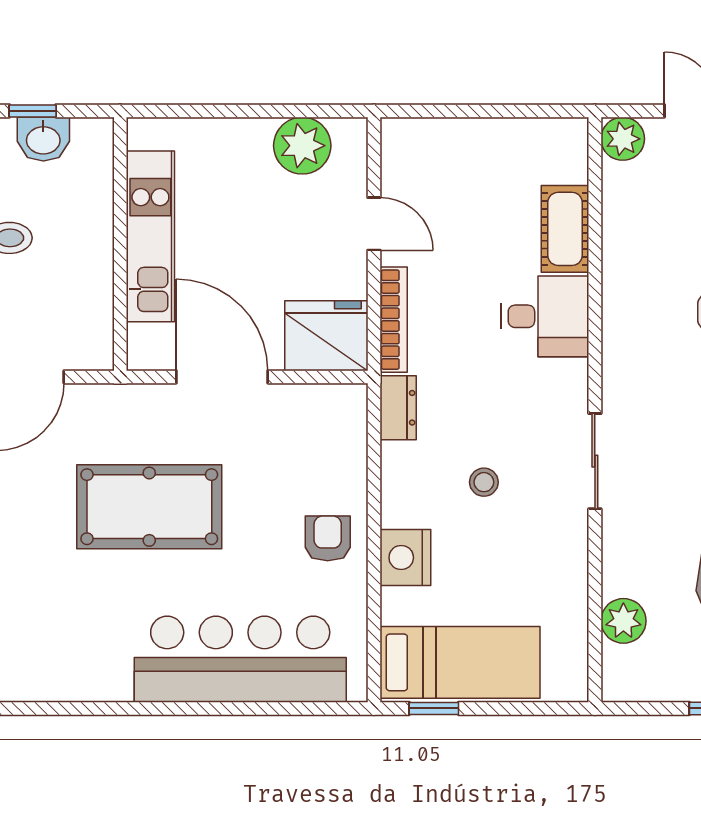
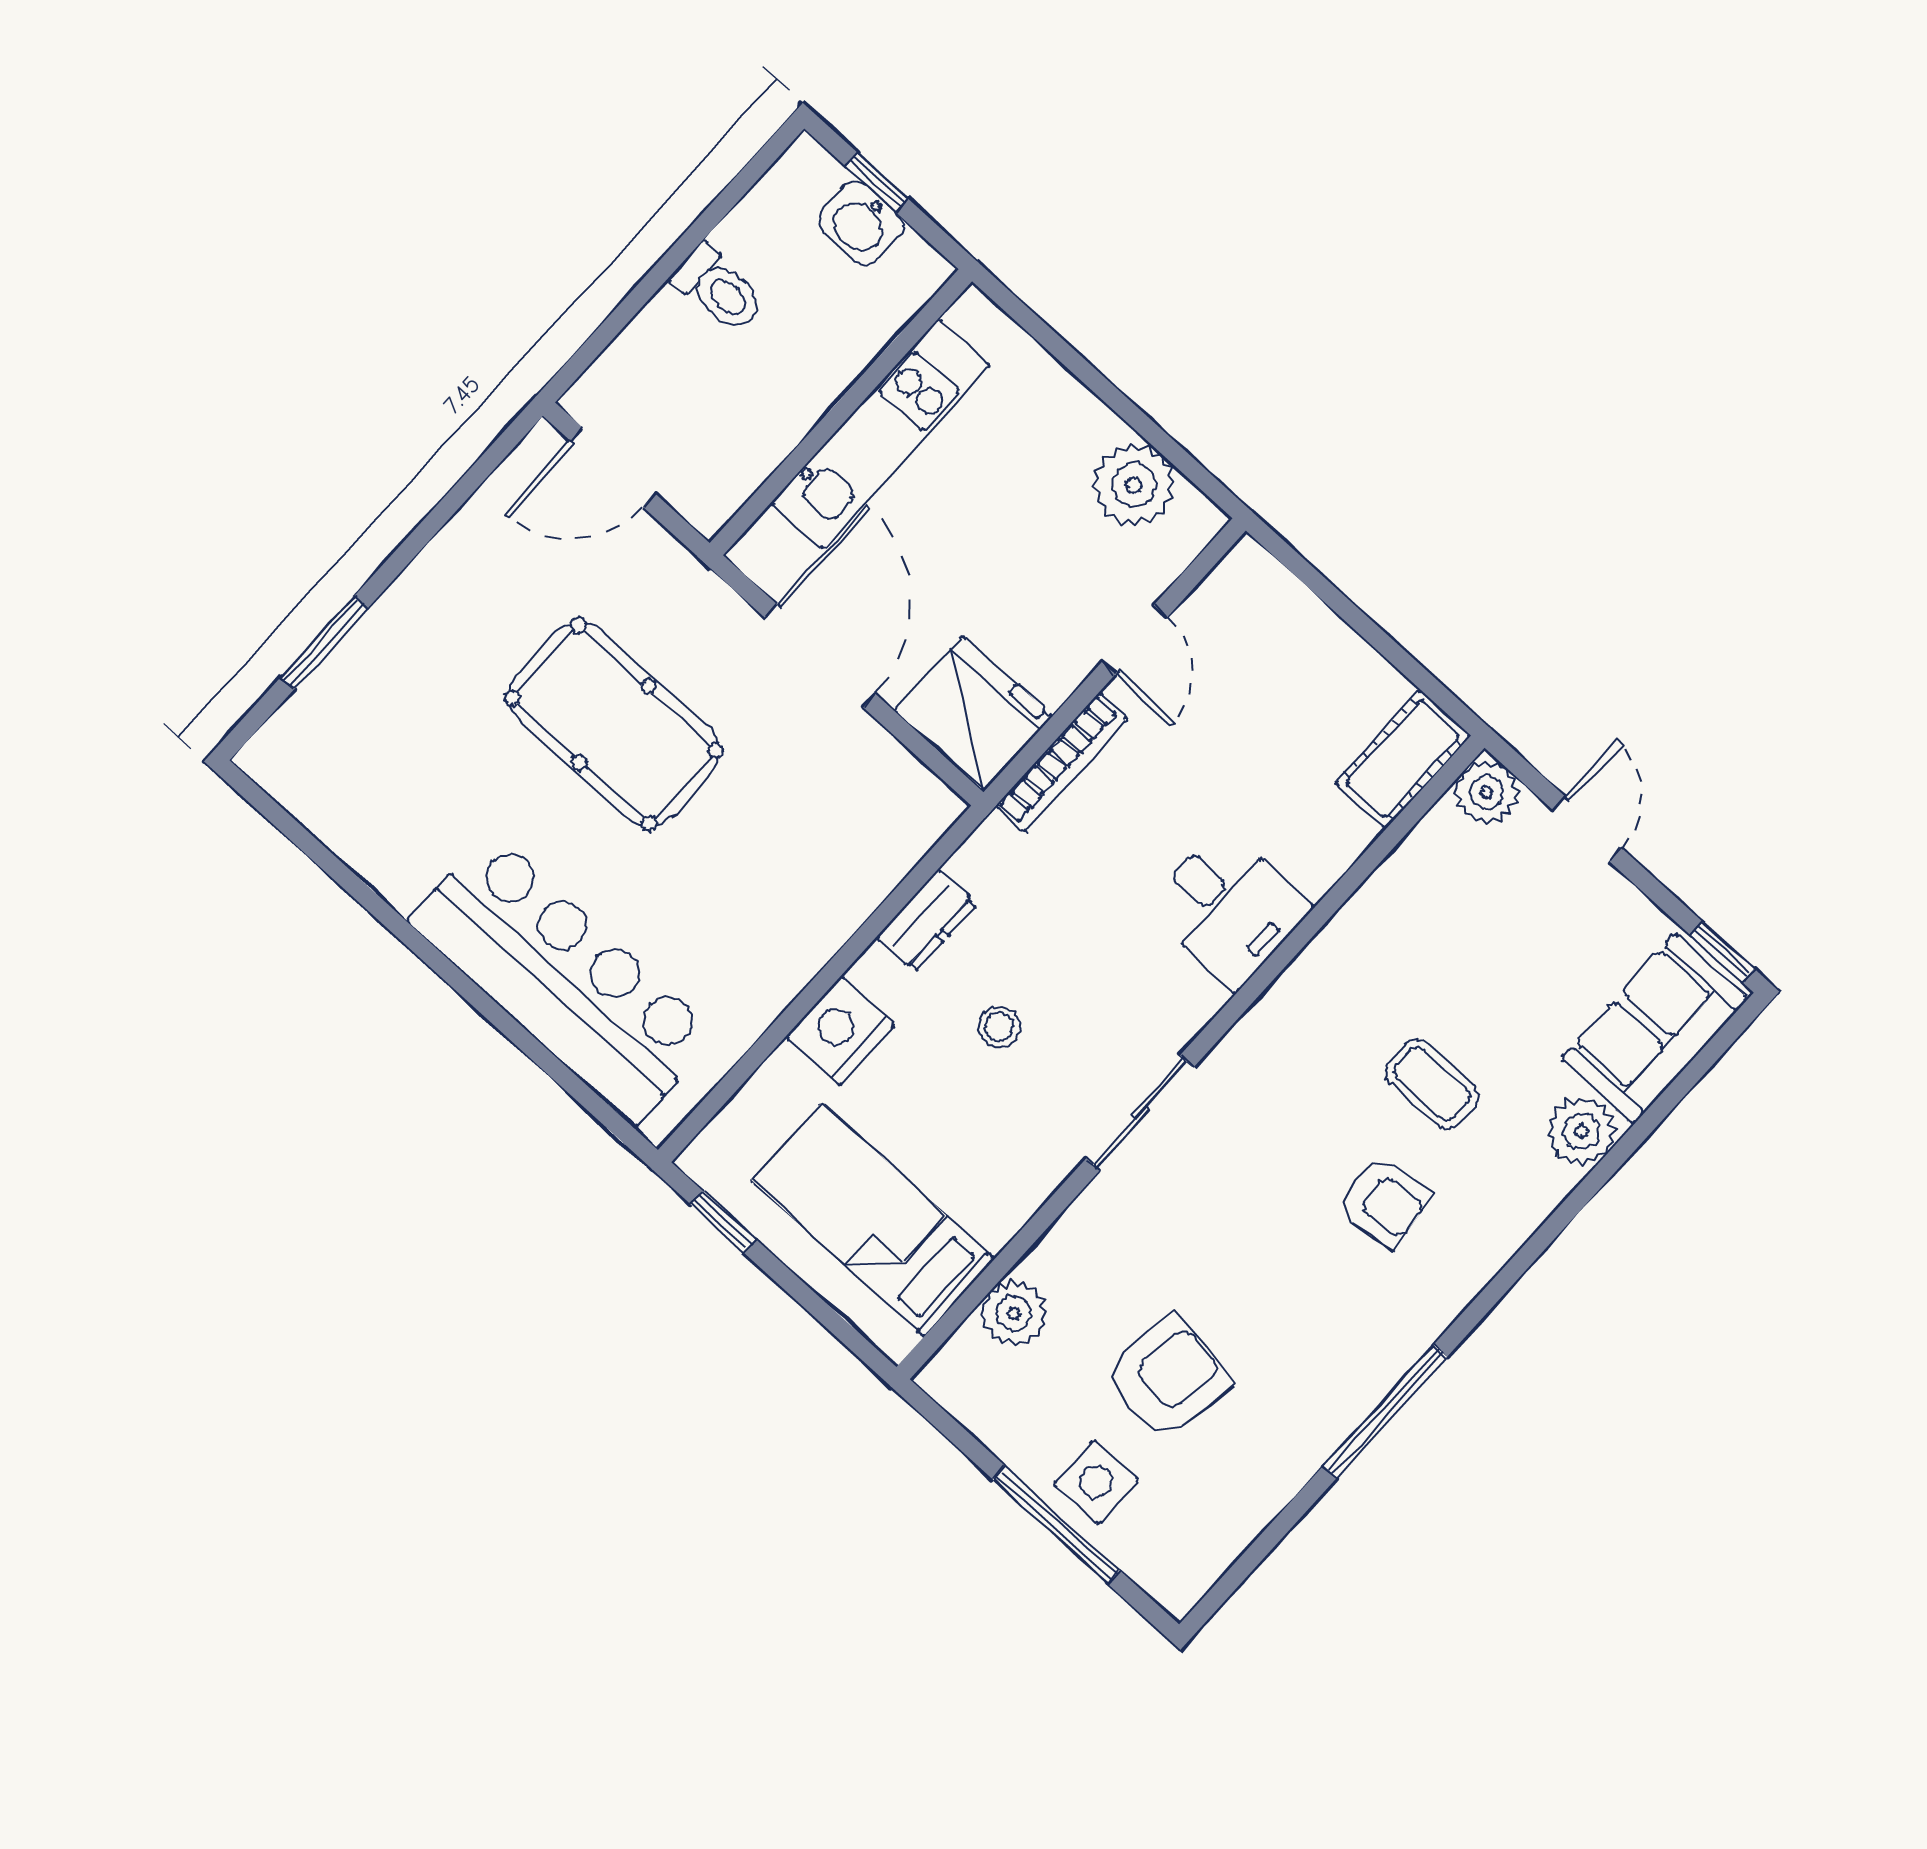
cot: (565, 229) -> (1403, 759), moved
dresser: (398, 408) -> (926, 921), moved
armchair: (328, 538) -> (776, 934), removed
bed: (460, 662) -> (873, 1220), moved, turned 180

